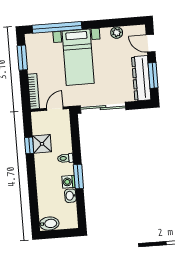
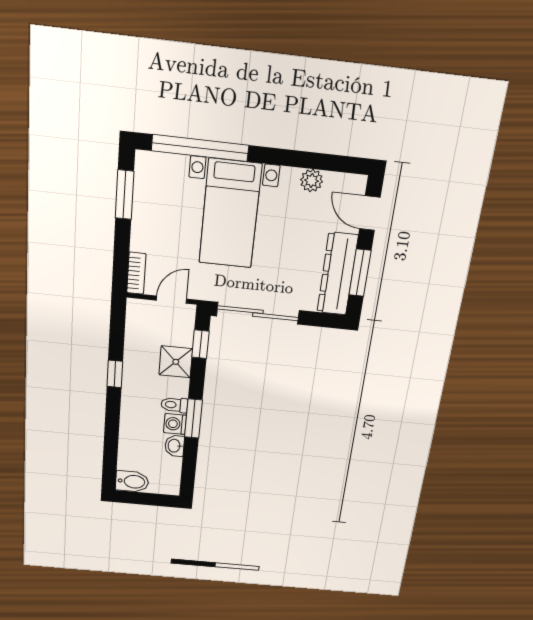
bookcase: (34, 91) -> (136, 273), width x0.64
window: (75, 131) -> (200, 344), added
shower: (42, 144) -> (176, 362), moved
window: (29, 145) -> (115, 374), moved
toilet: (65, 158) -> (174, 405), moved

